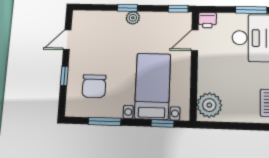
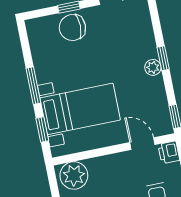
chair: (94, 86) -> (72, 28), moved
window: (105, 121) -> (33, 86), moved

